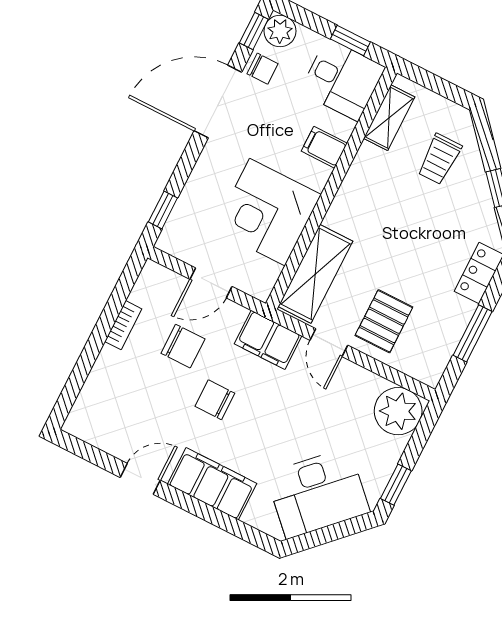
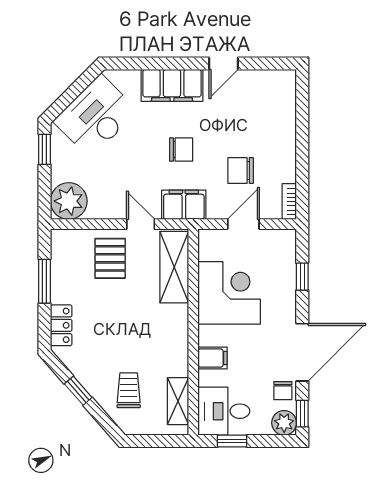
chair: (263, 69) -> (283, 391), turned -90
window: (163, 210) -> (302, 277), moved
bookcase: (123, 325) -> (289, 202), moved
chair: (215, 400) -> (181, 150), moved

